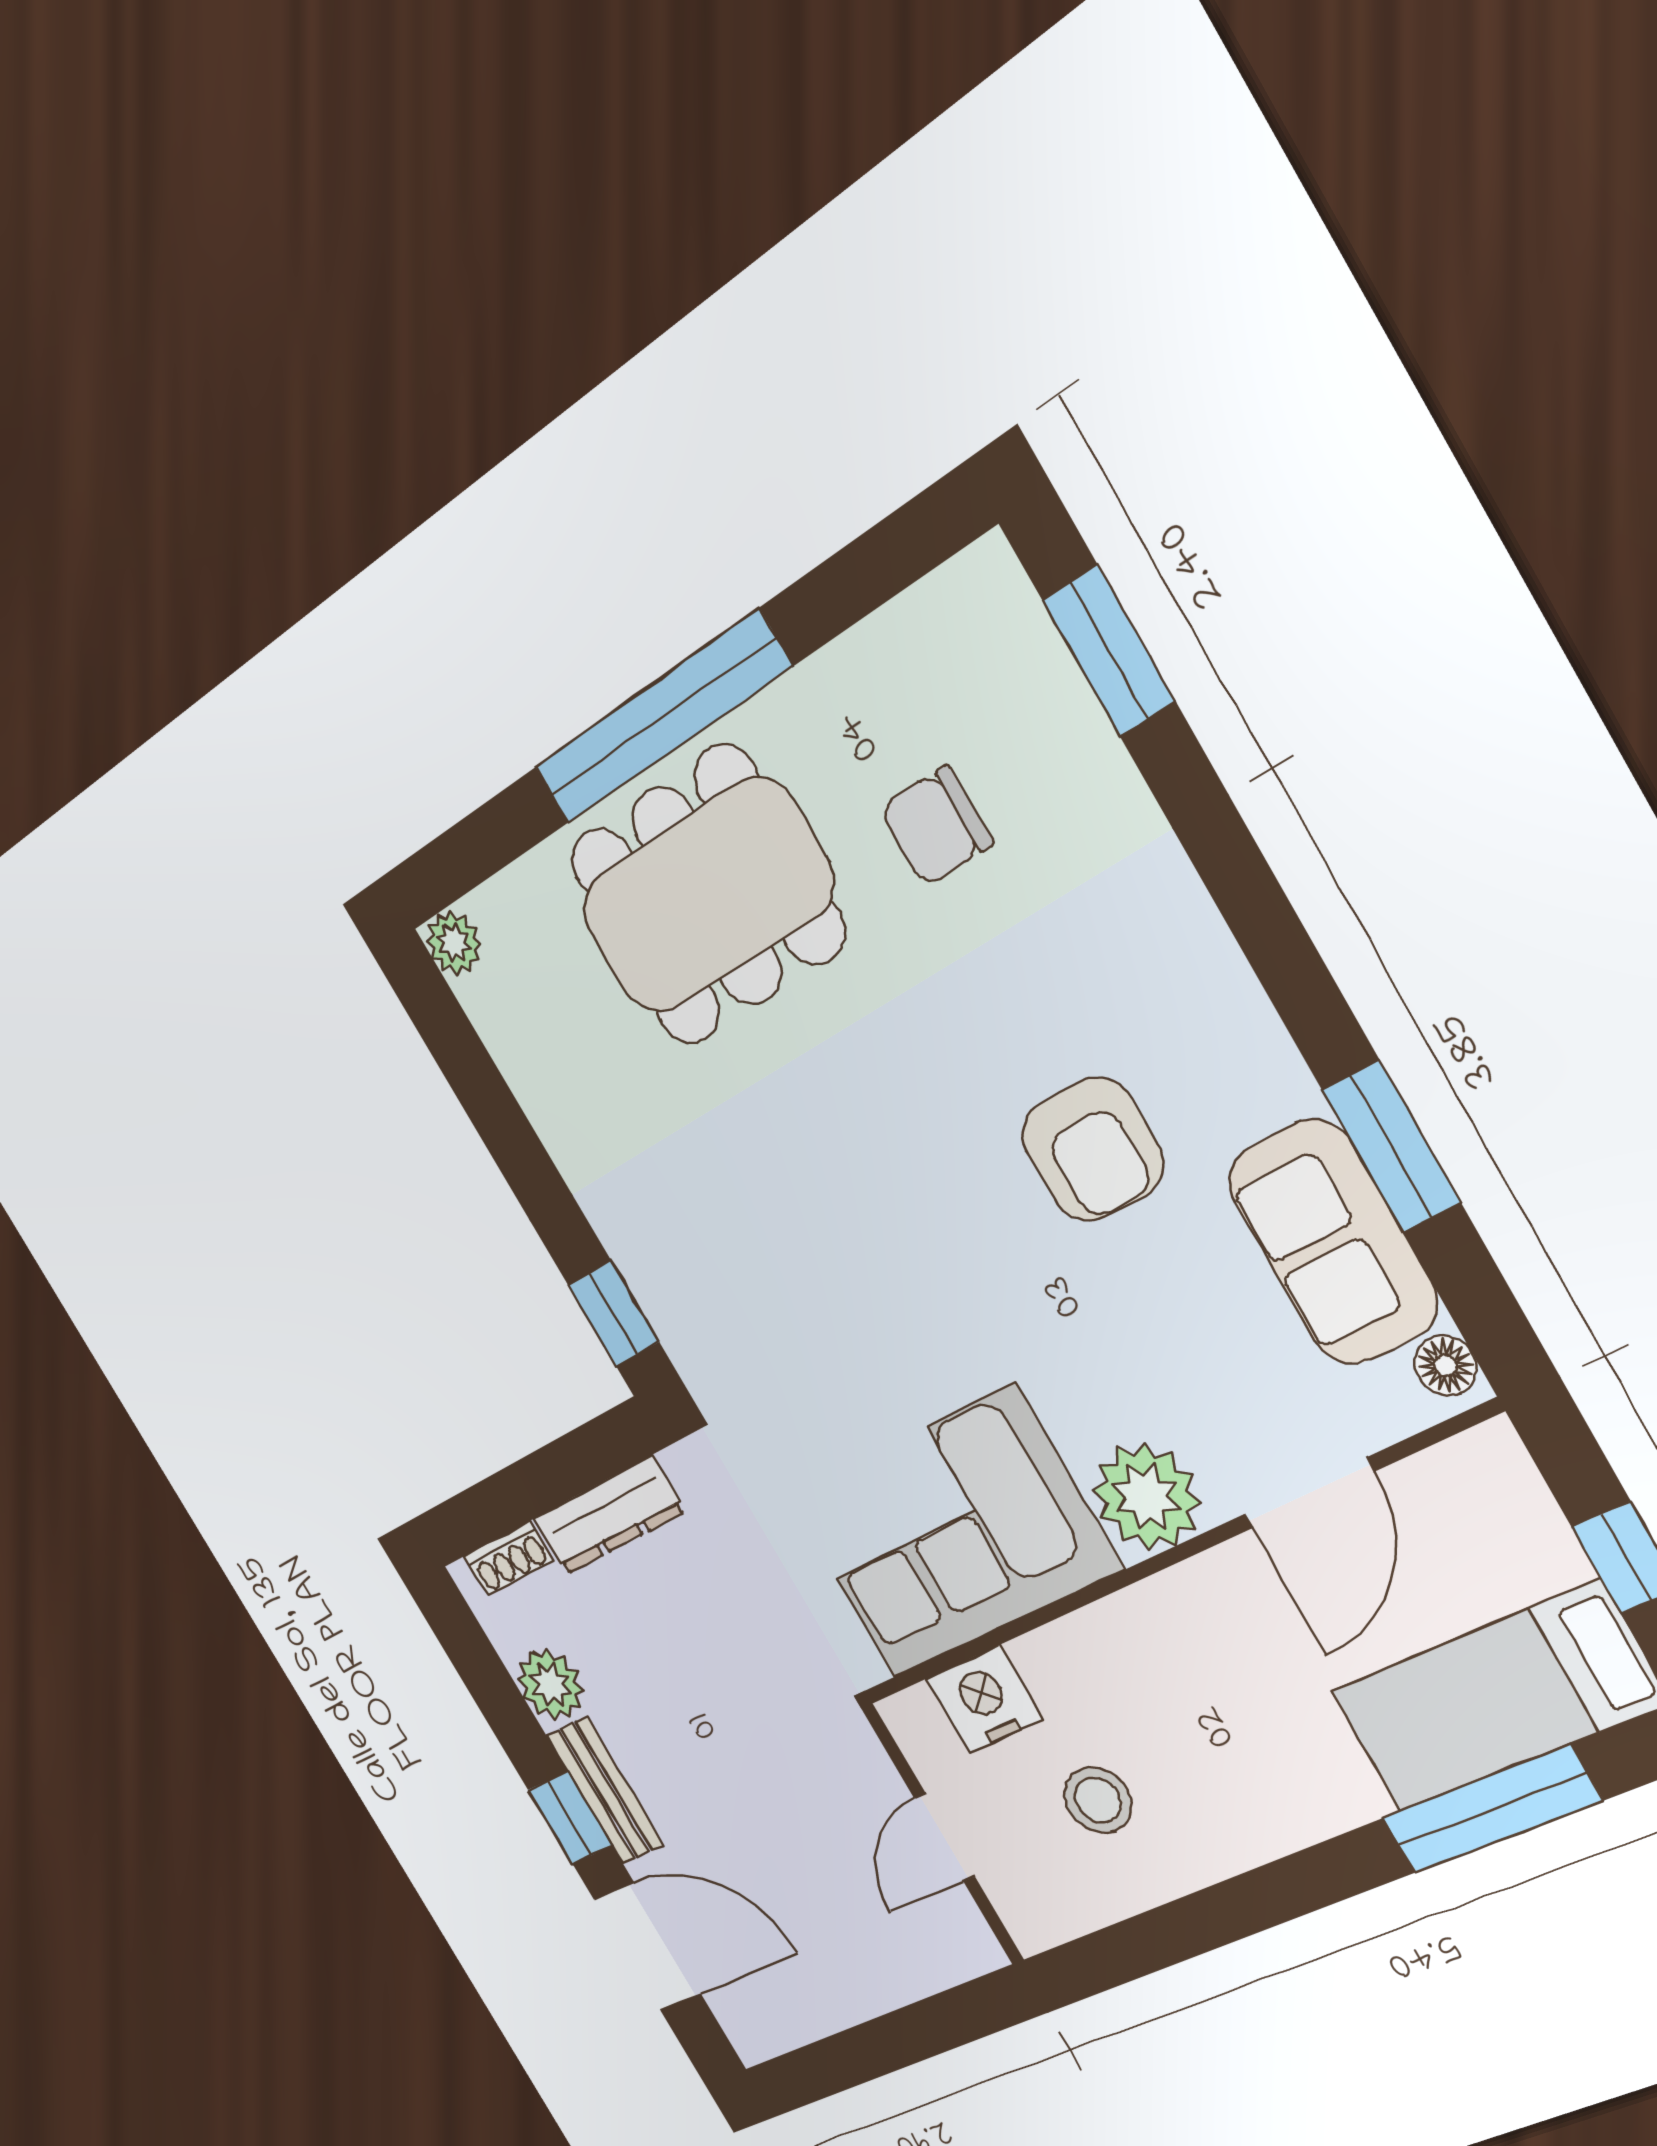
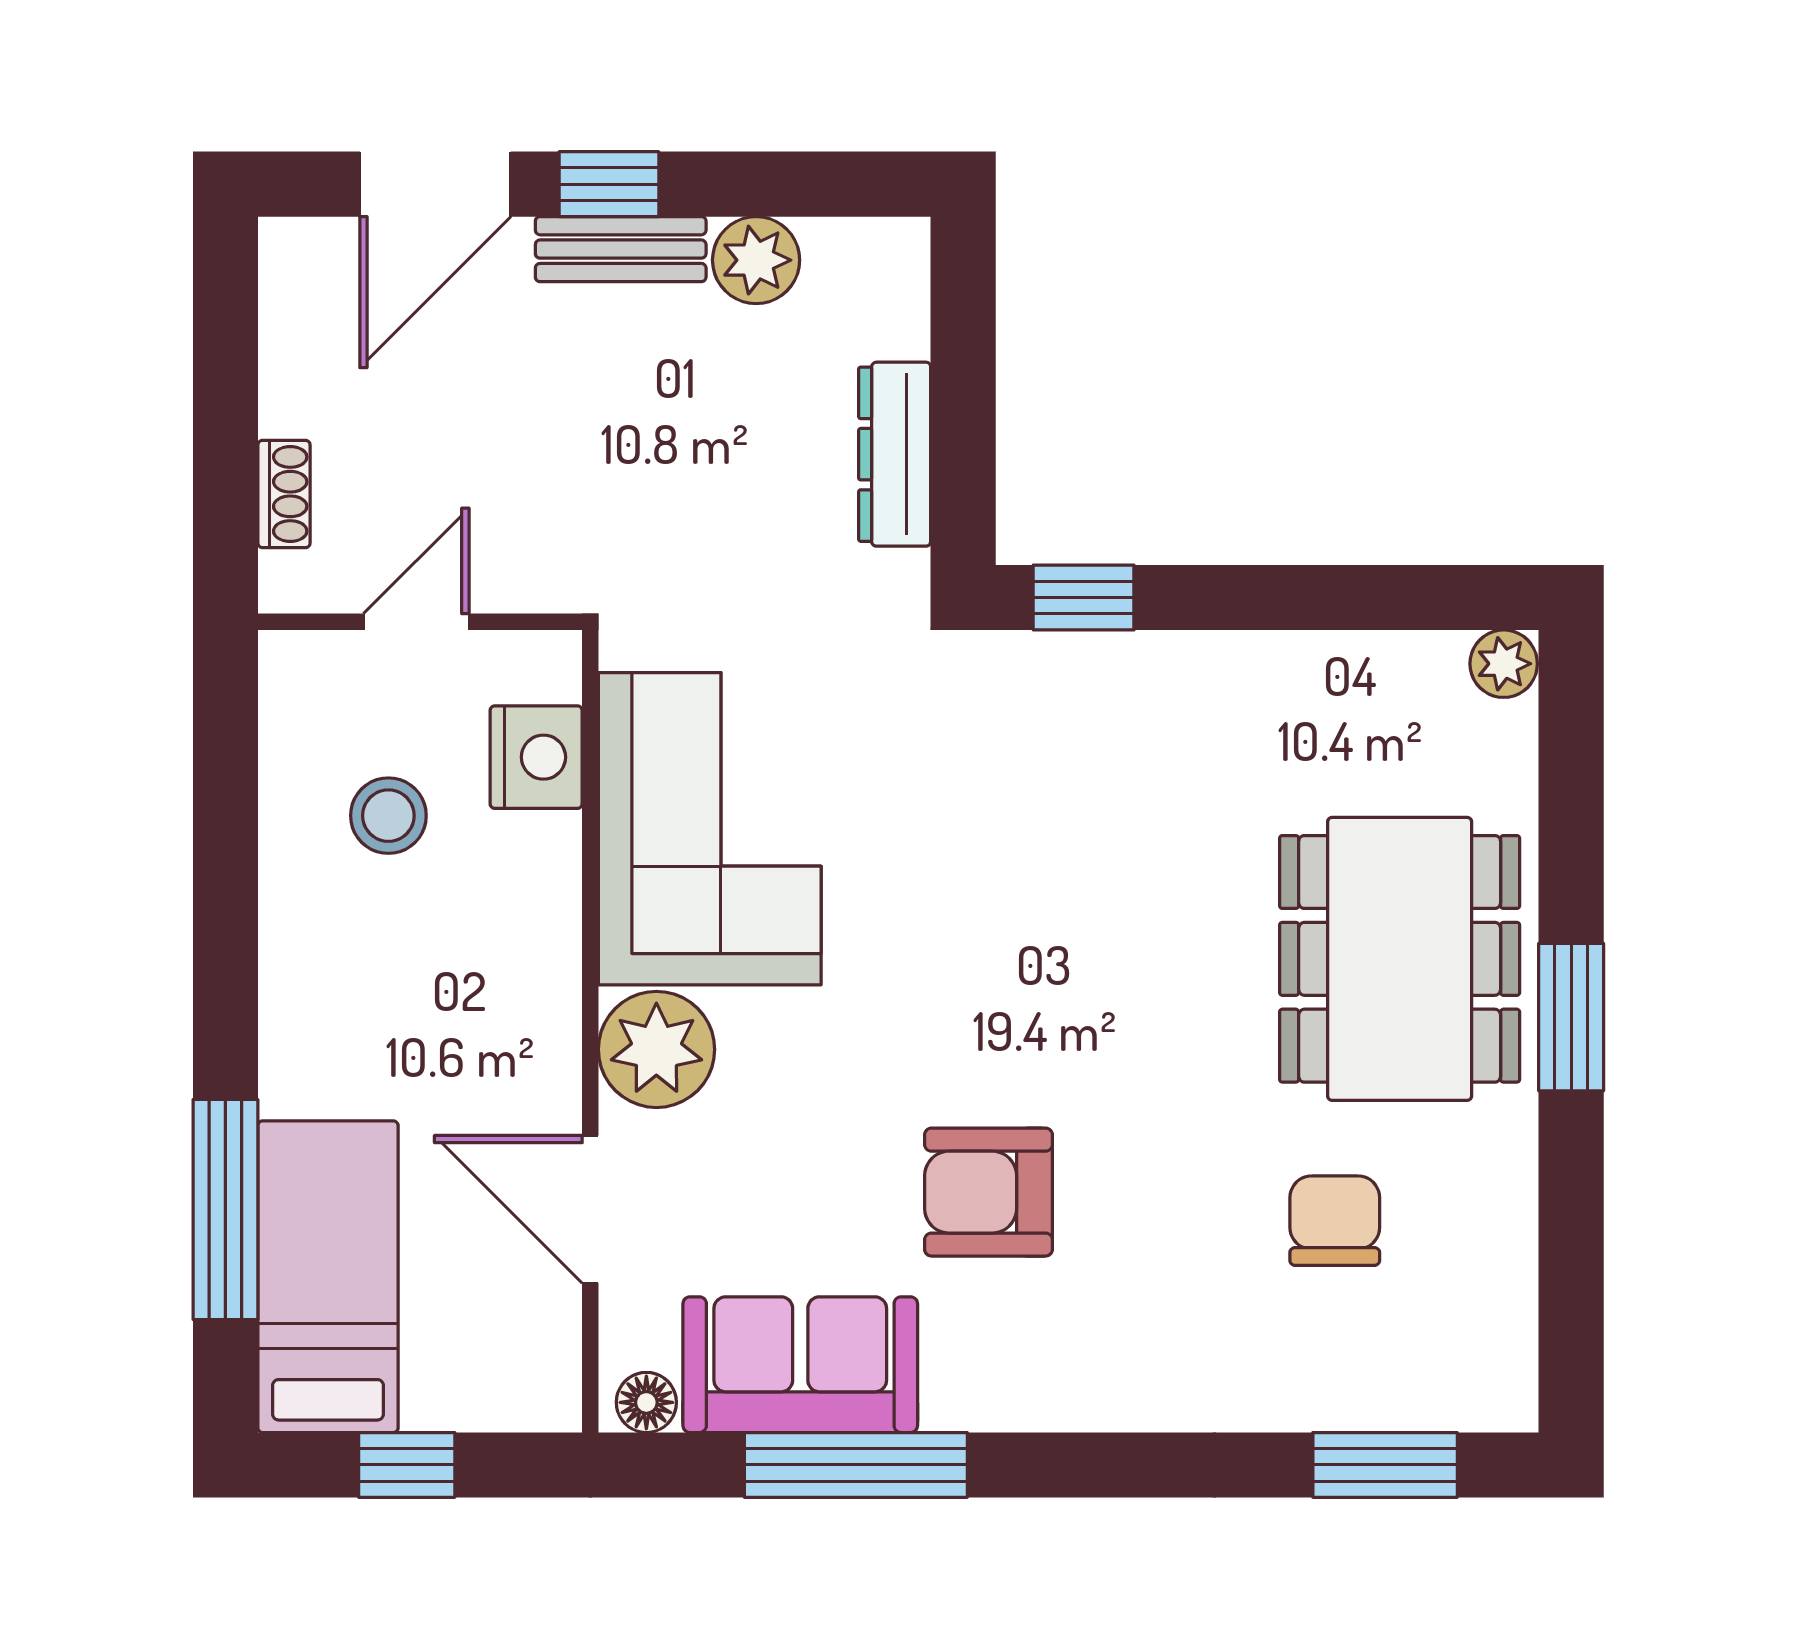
window: (661, 718) -> (1571, 1017), width x0.47
window: (1391, 1146) -> (856, 1465), width x1.44
shoe rack: (509, 1559) -> (284, 494), moved, turned 180
door: (945, 1837) -> (416, 622), hinge flipped

